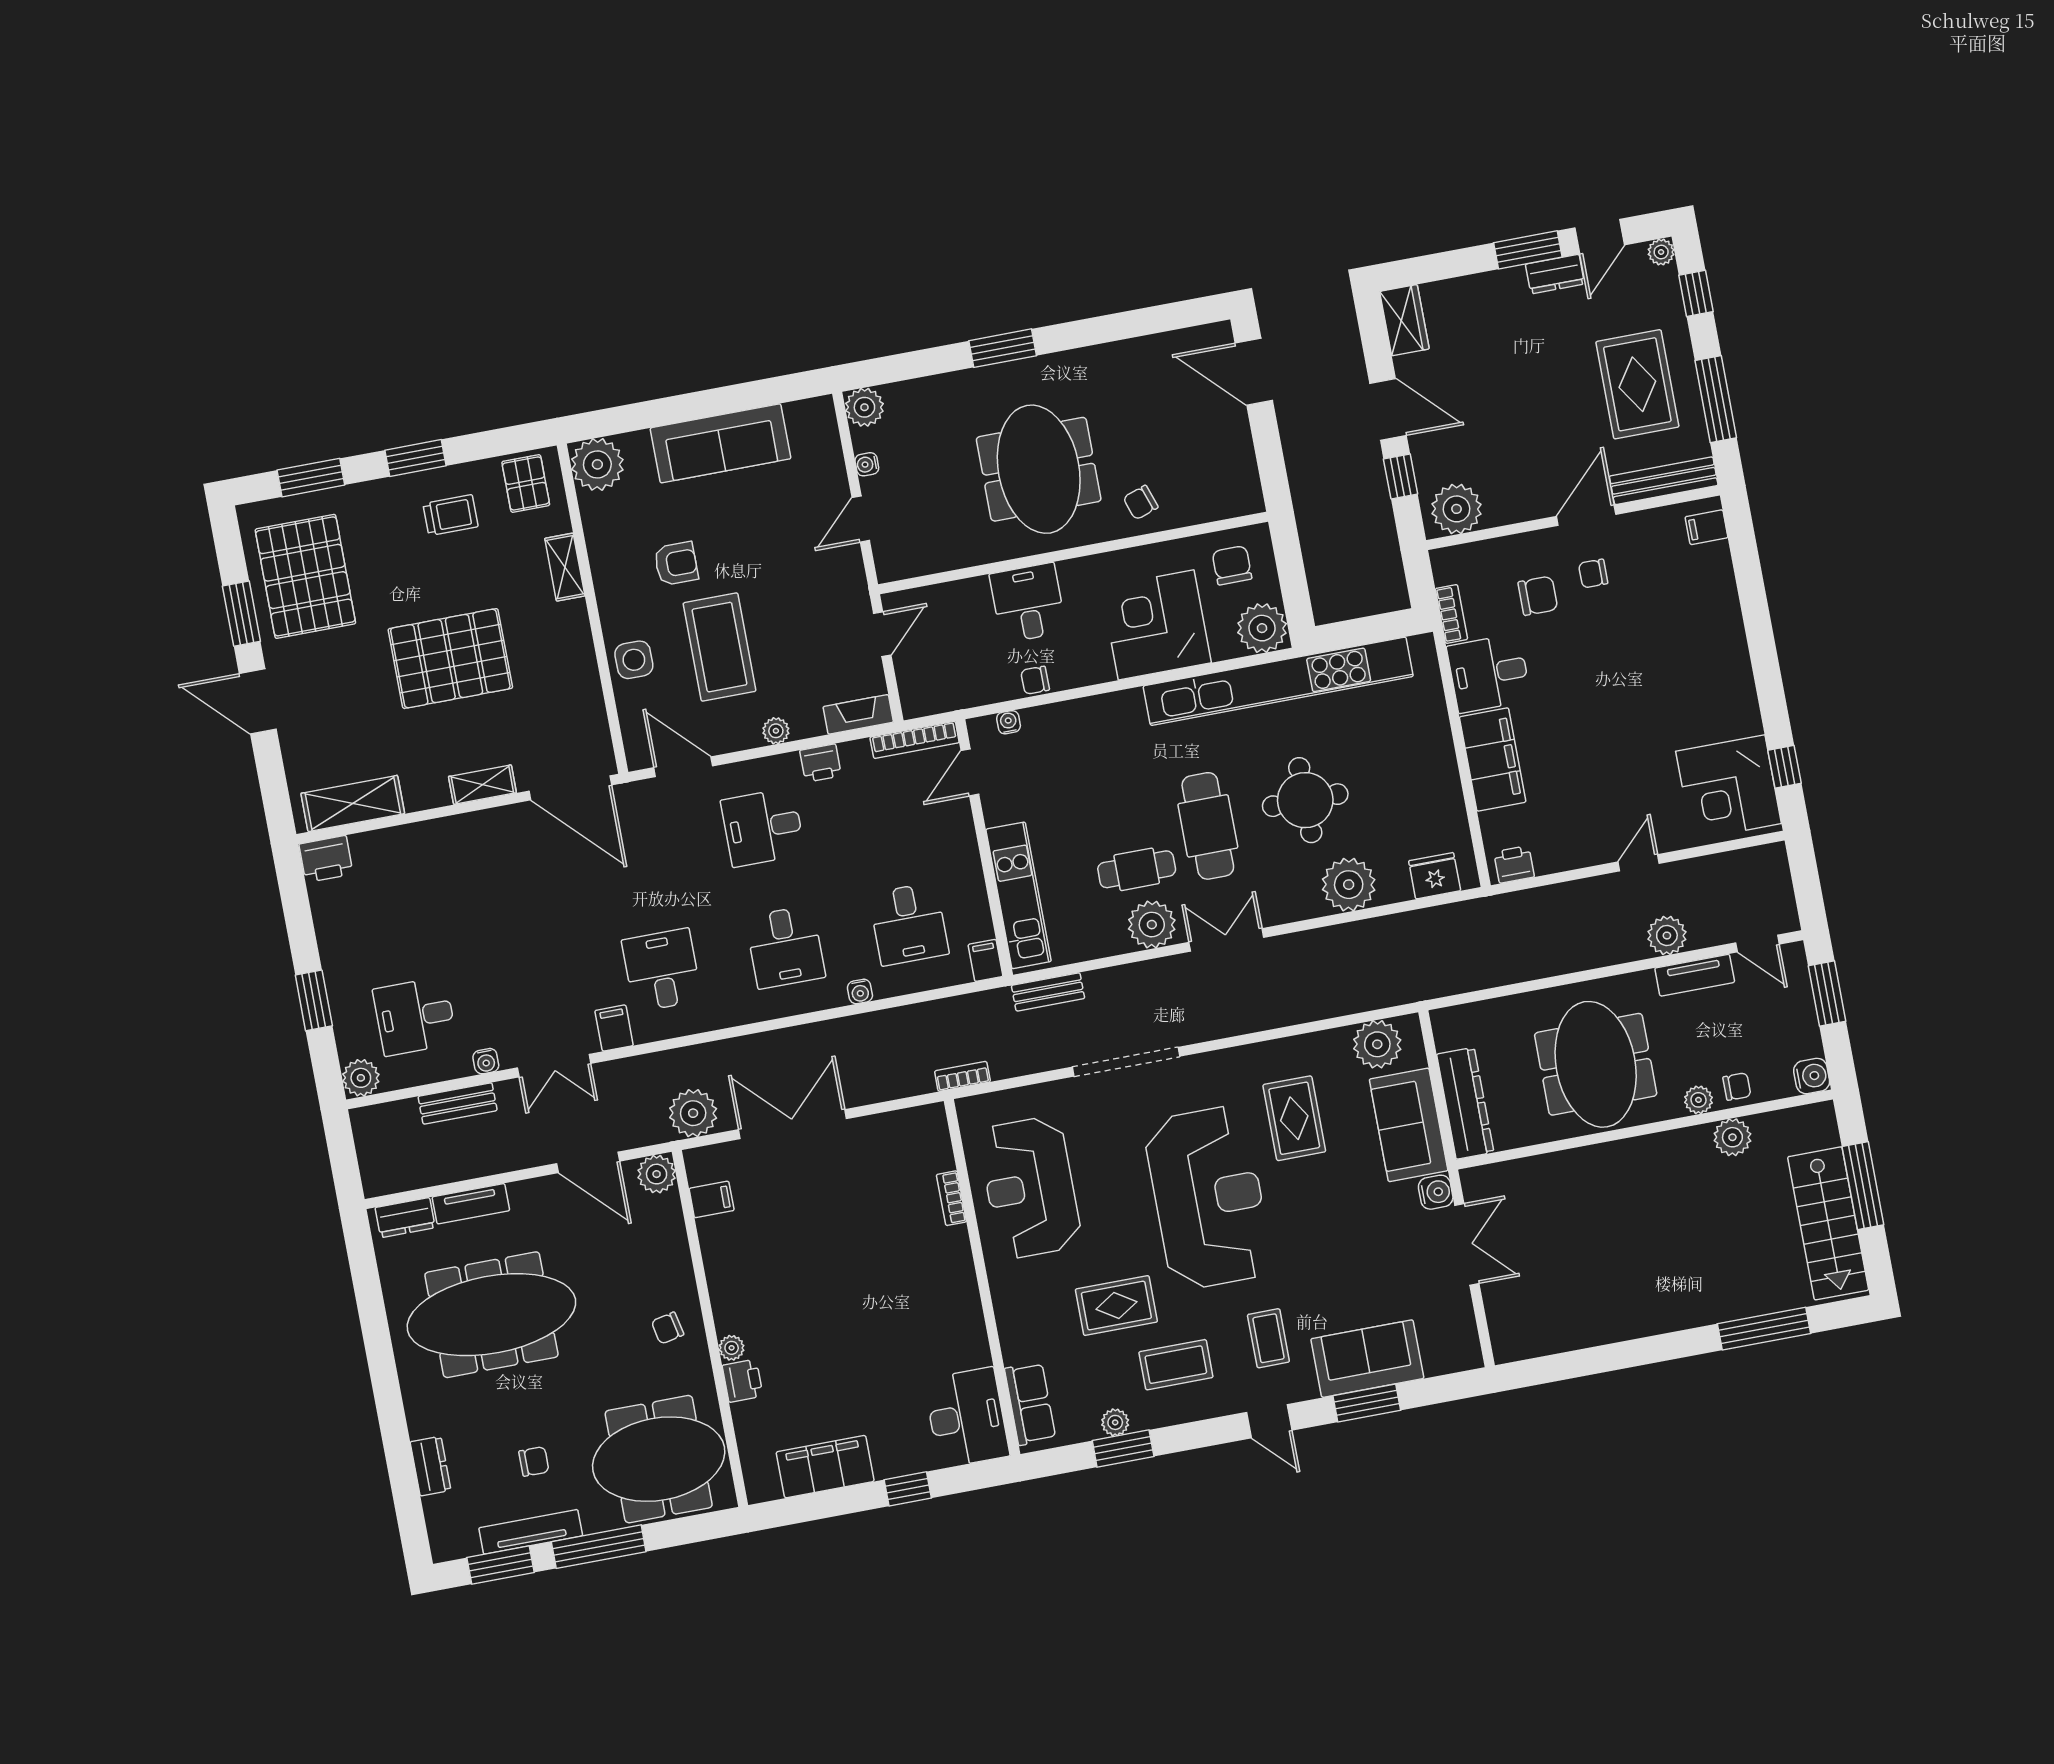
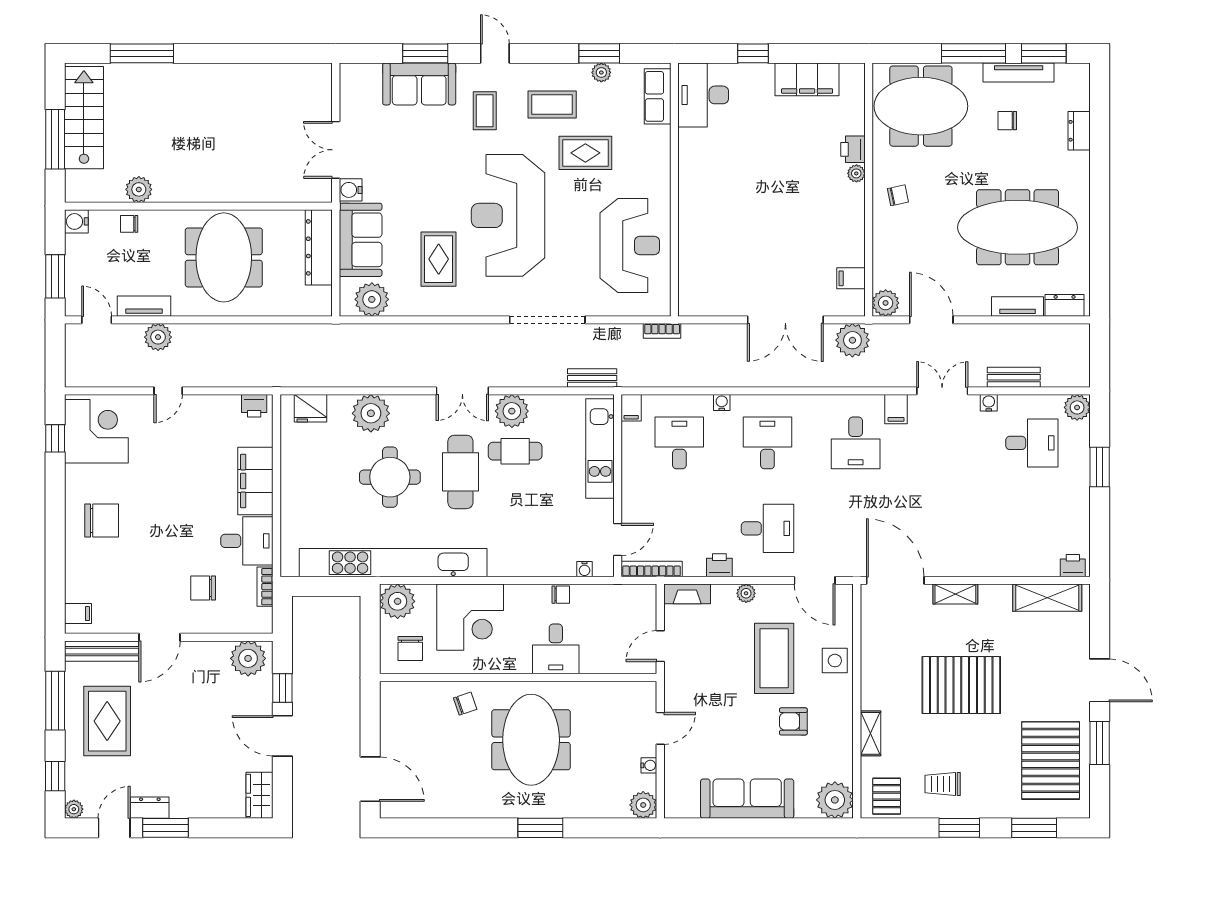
chair: (1593, 574) -> (102, 520), moved, width x1.87, depth x1.87
printer: (326, 859) -> (1073, 566), width x0.73, depth x0.81
plant: (1698, 1100) -> (157, 220), removed
bookcase: (951, 1198) -> (685, 248), removed

